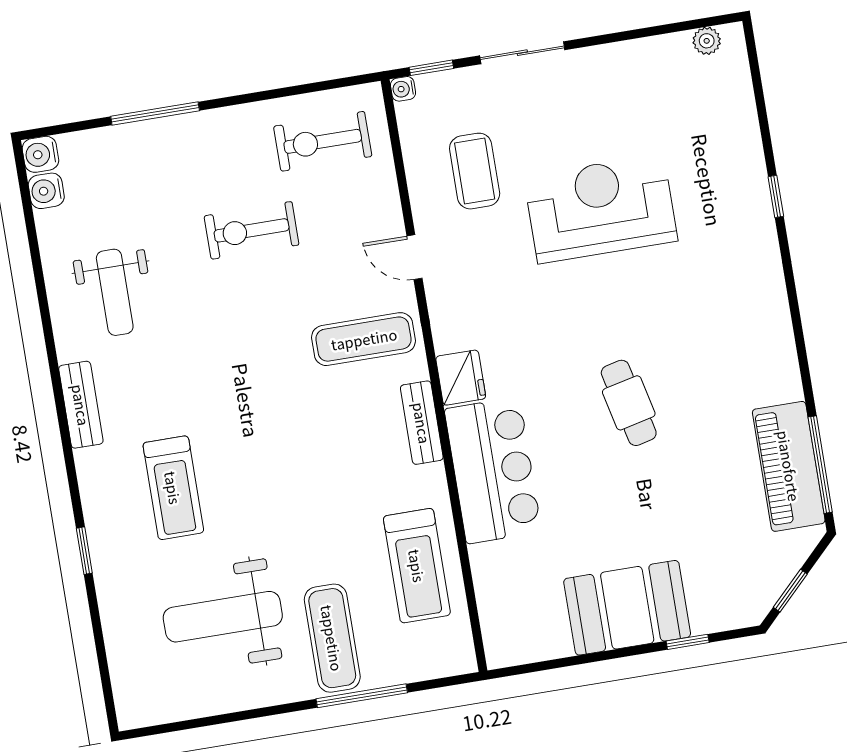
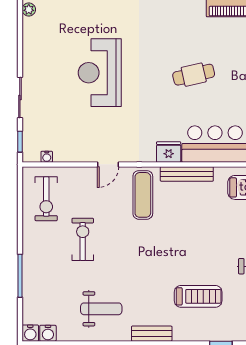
water cooler: (403, 89) -> (47, 157), moved
coffee table: (475, 171) -> (72, 129), removed
exercise bike: (252, 230) -> (83, 239), turned 180
bench: (422, 423) -> (187, 174), width x1.36

